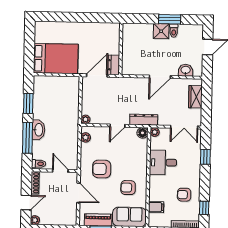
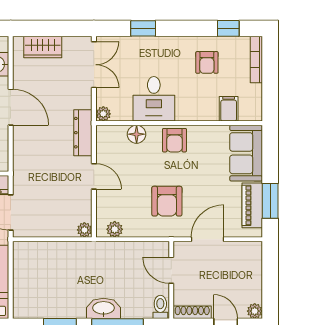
floor lamp: (142, 133) -> (137, 134), moved
door: (60, 171) -> (171, 270), hinge flipped
armchair: (128, 188) -> (174, 140), moved

